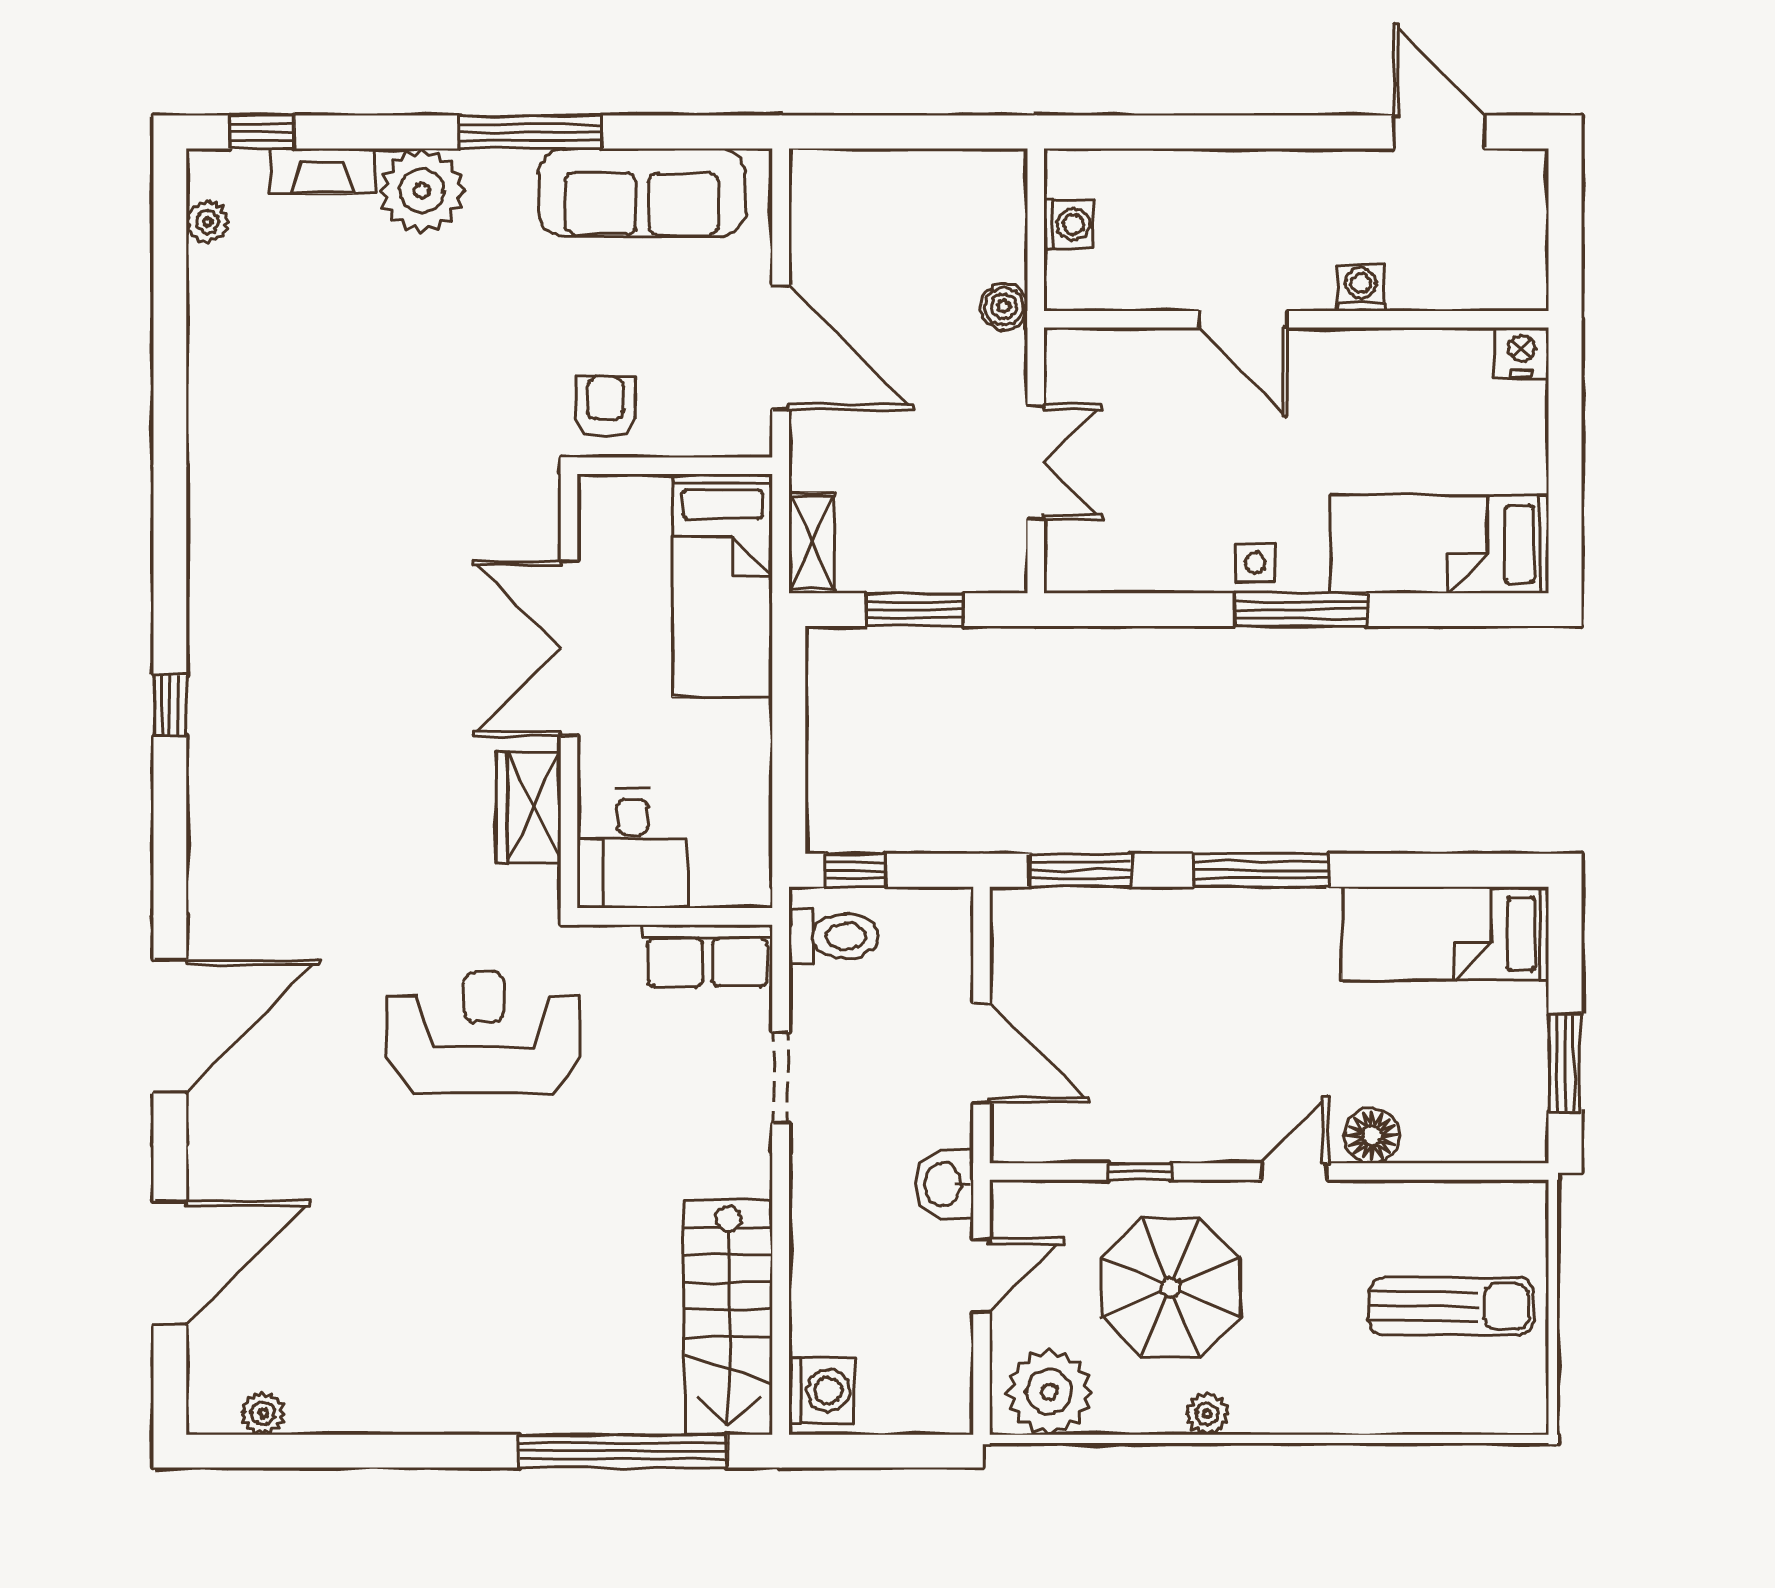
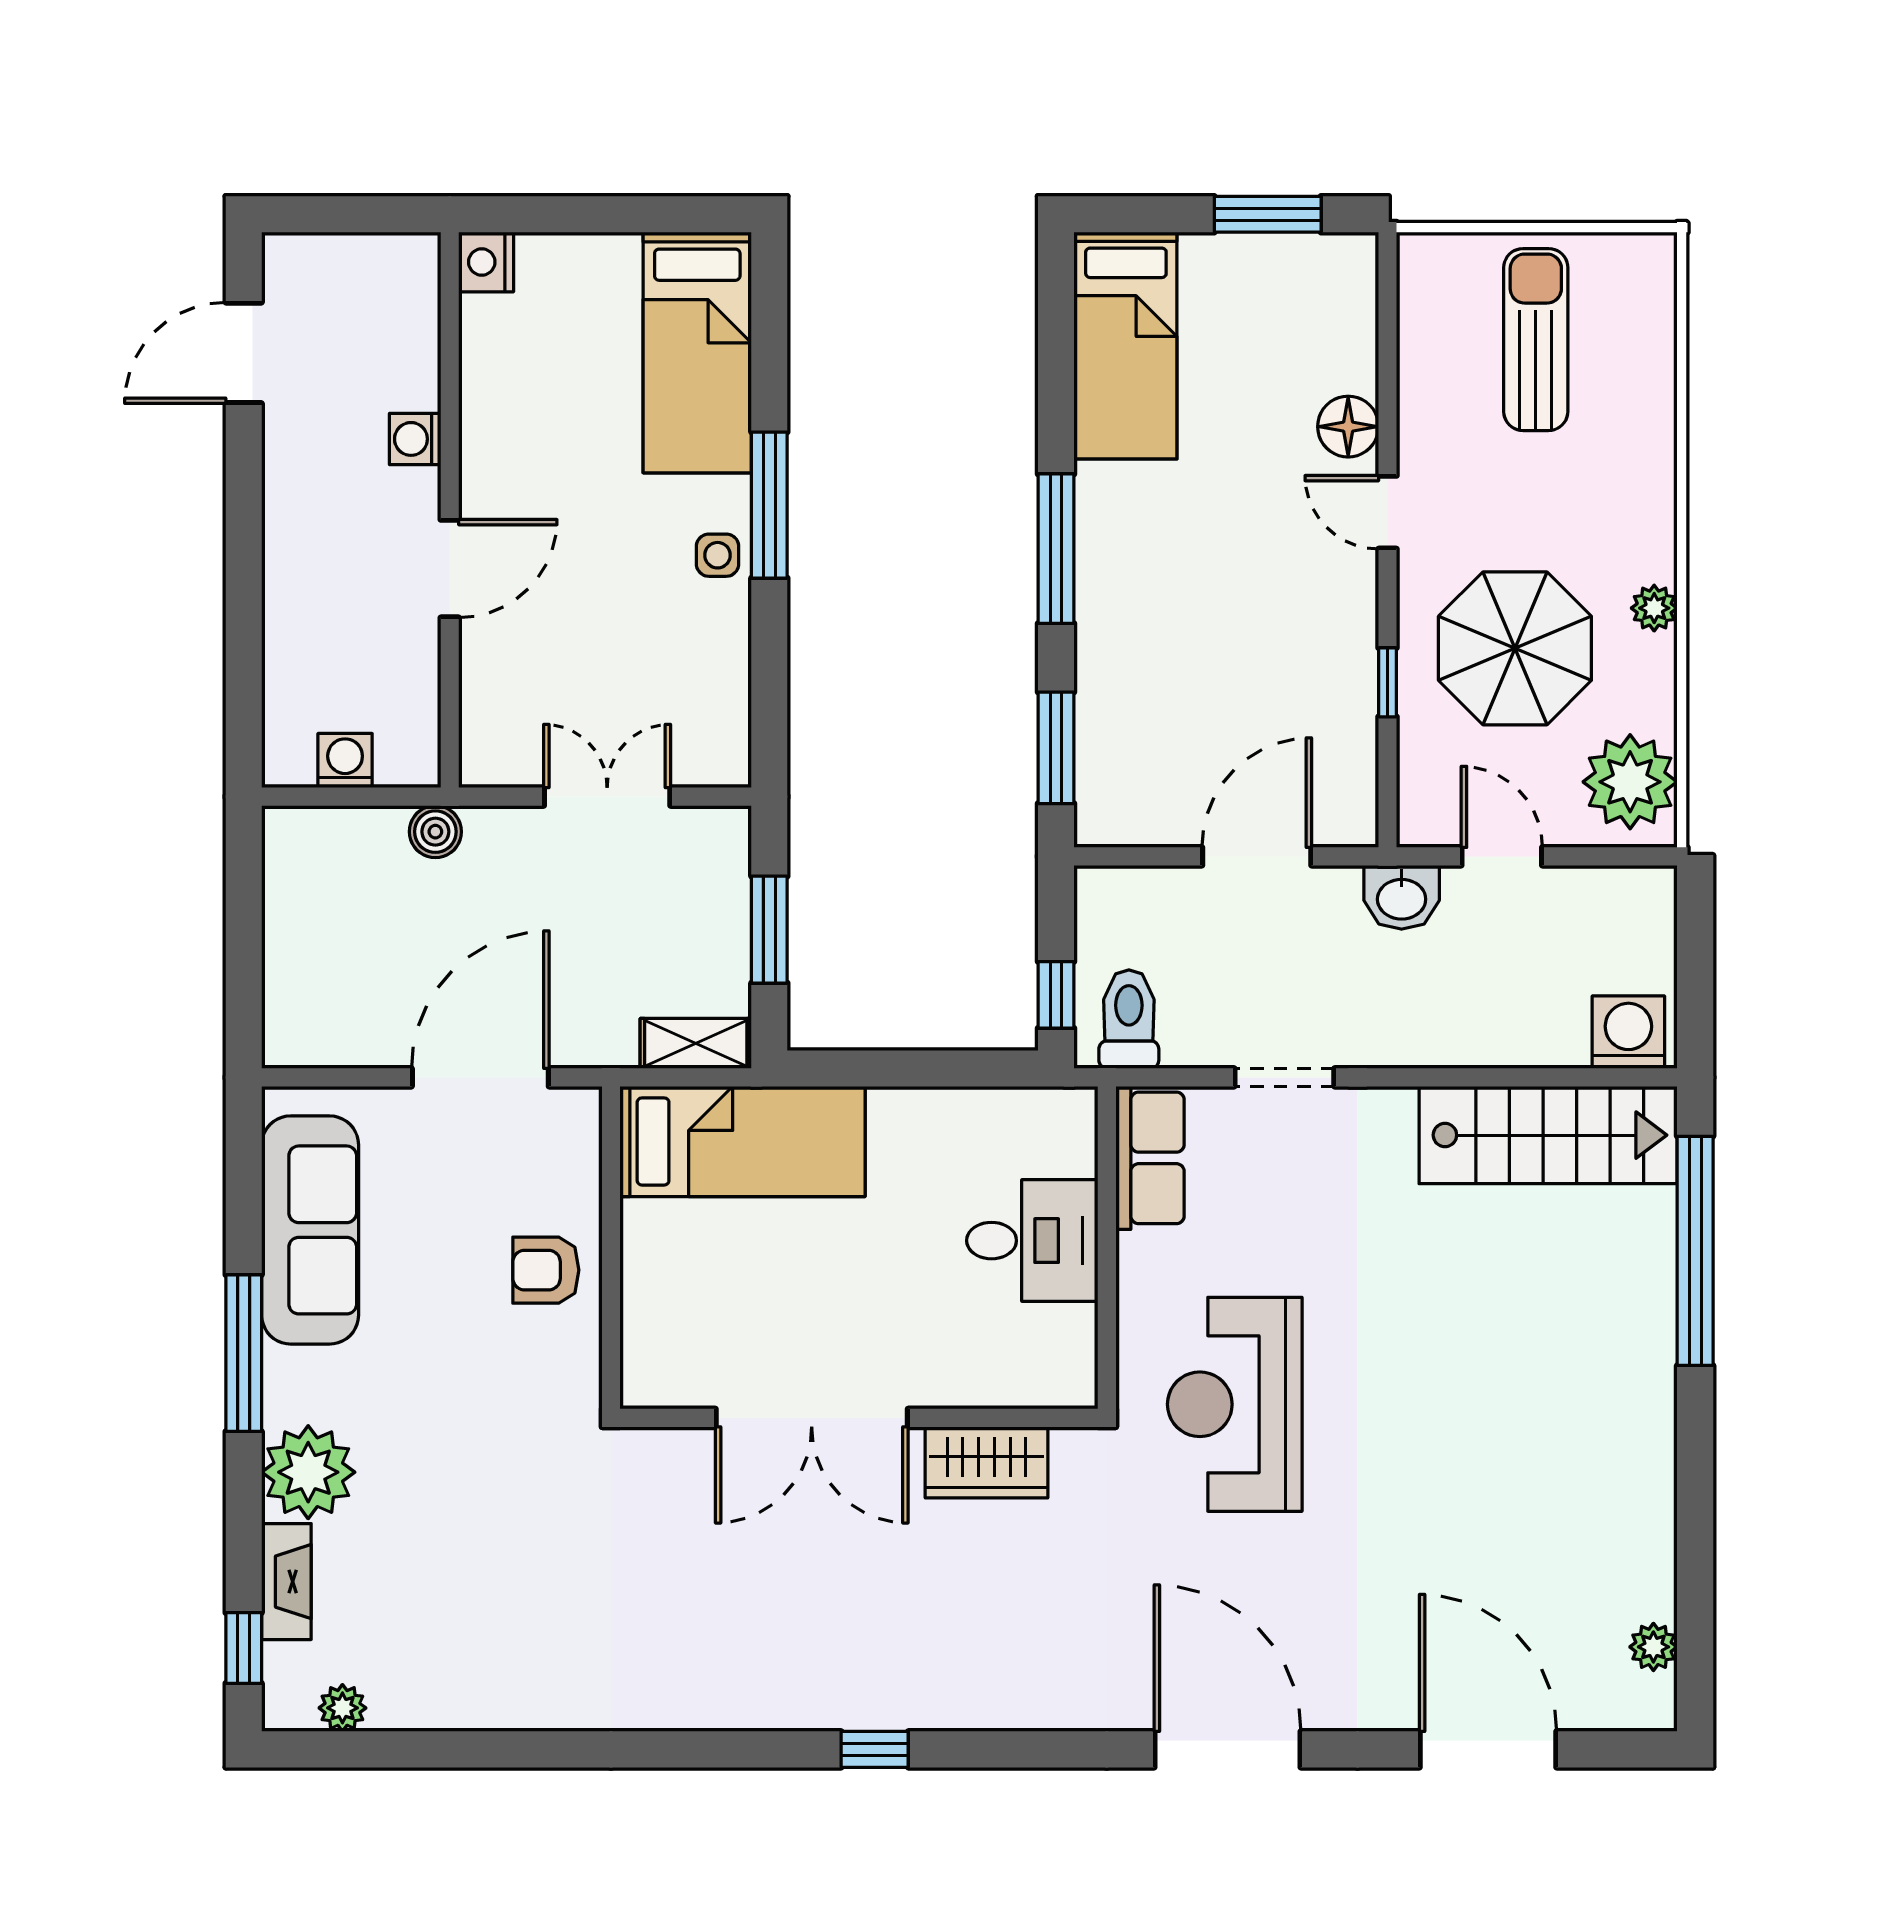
double door: (569, 648) -> (812, 1418), moved
wall: (569, 691) -> (859, 1418), moved
wardrobe: (528, 807) -> (987, 1462), moved

